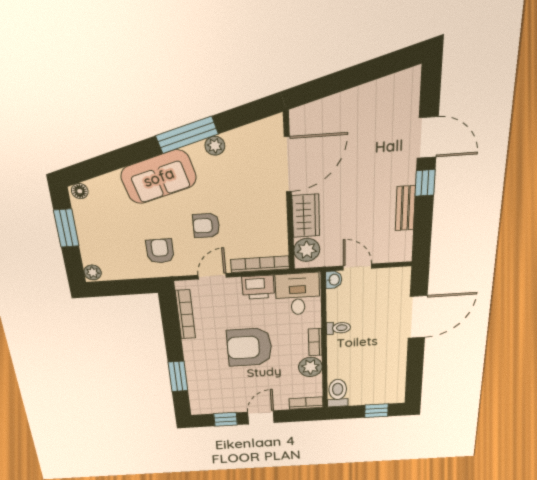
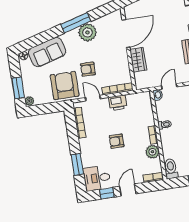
plant: (215, 146) -> (87, 32), width x1.87, depth x1.87
sofa: (159, 177) -> (47, 52), moved
window: (66, 228) -> (18, 88), moved
plant: (307, 250) -> (141, 79), removed
armchair: (160, 251) -> (65, 85), width x1.88, depth x1.88
door: (357, 267) -> (169, 86), hinge flipped
door: (212, 276) -> (93, 98), hinge flipped
desk: (298, 294) -> (97, 178), moved, turned -90
armchair: (249, 347) -> (117, 141), width x0.53, depth x0.53

